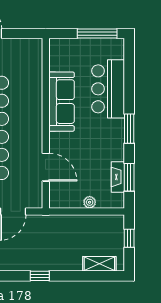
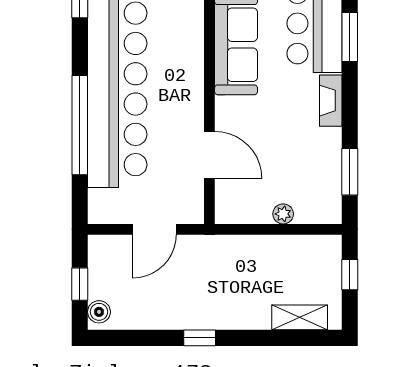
window: (129, 129) -> (350, 37), moved
fireplace: (118, 177) -> (331, 101), moved

